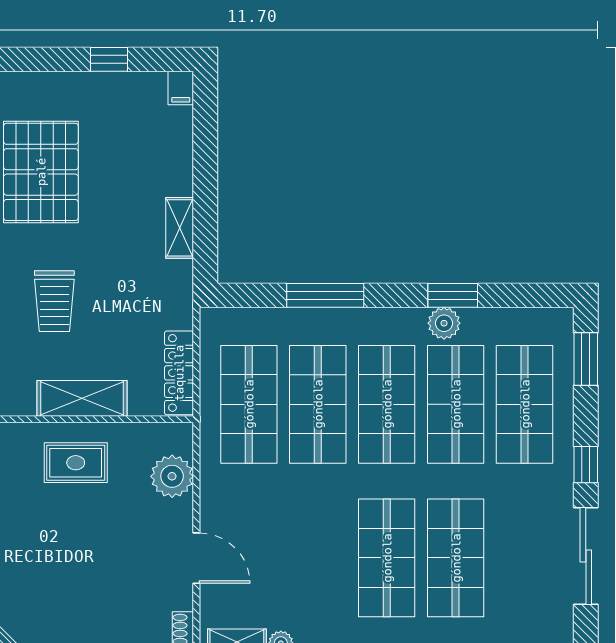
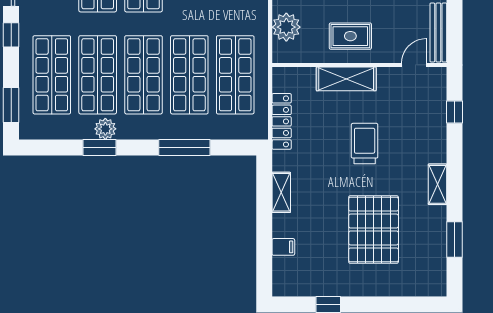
filing cabinet: (181, 88) -> (283, 247), moved, turned 90
locker: (179, 373) -> (282, 121), moved

